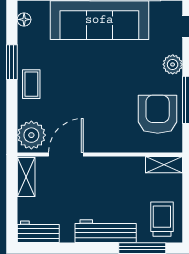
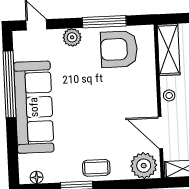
shelving: (164, 165) -> (169, 50), width x1.50, depth x1.33
stool: (105, 166) -> (169, 95), added

